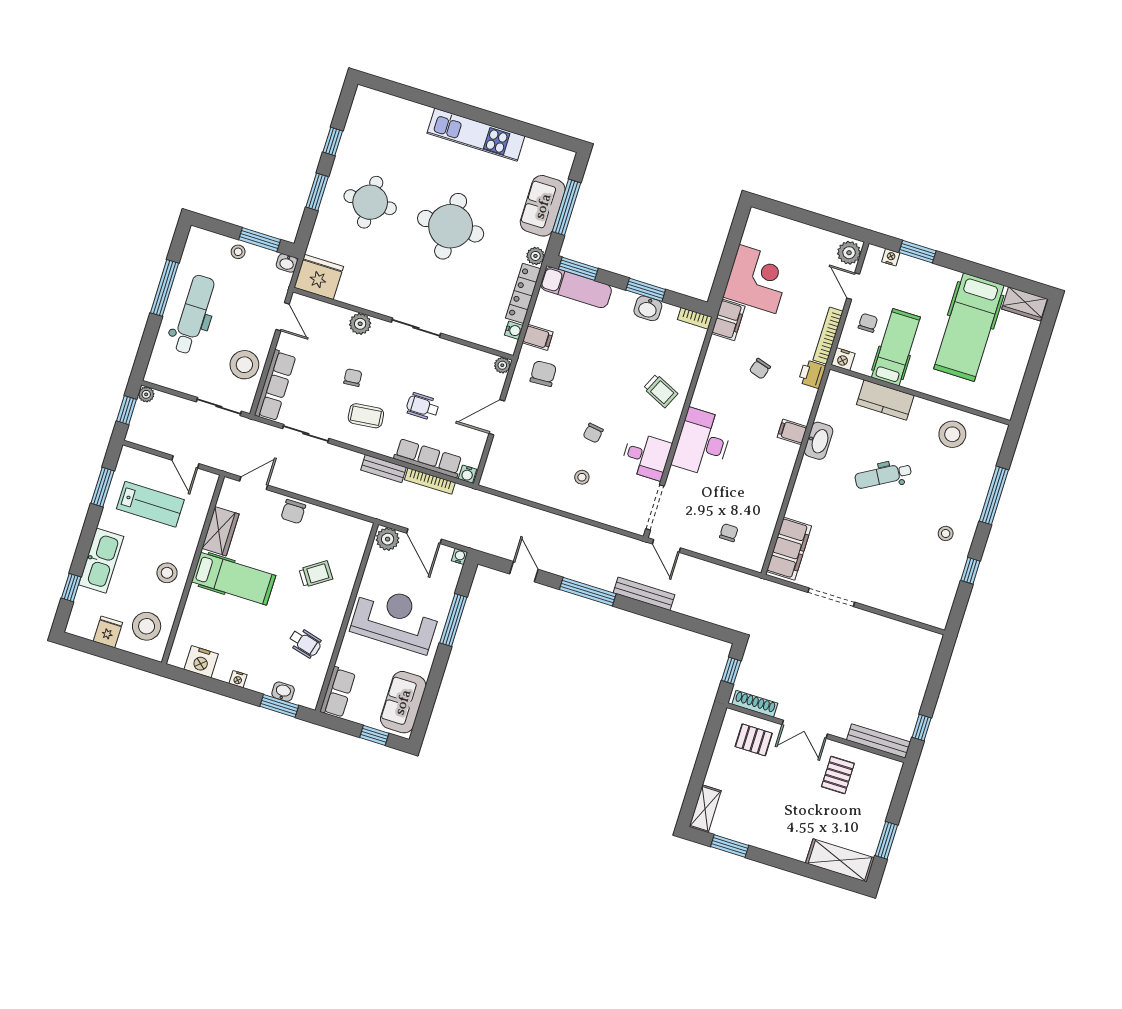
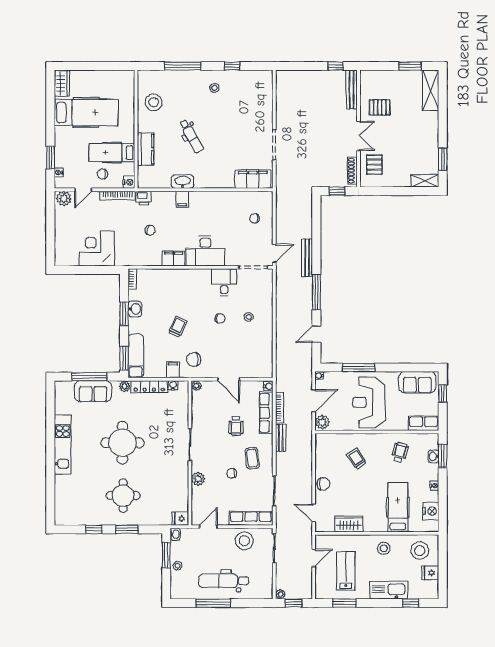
fridge: (319, 277) -> (180, 519), width x0.53, depth x0.75
filing cabinet: (728, 320) -> (174, 258), moved
trolley: (661, 391) -> (178, 327), moved
hospital bed: (234, 579) -> (398, 507), moved

